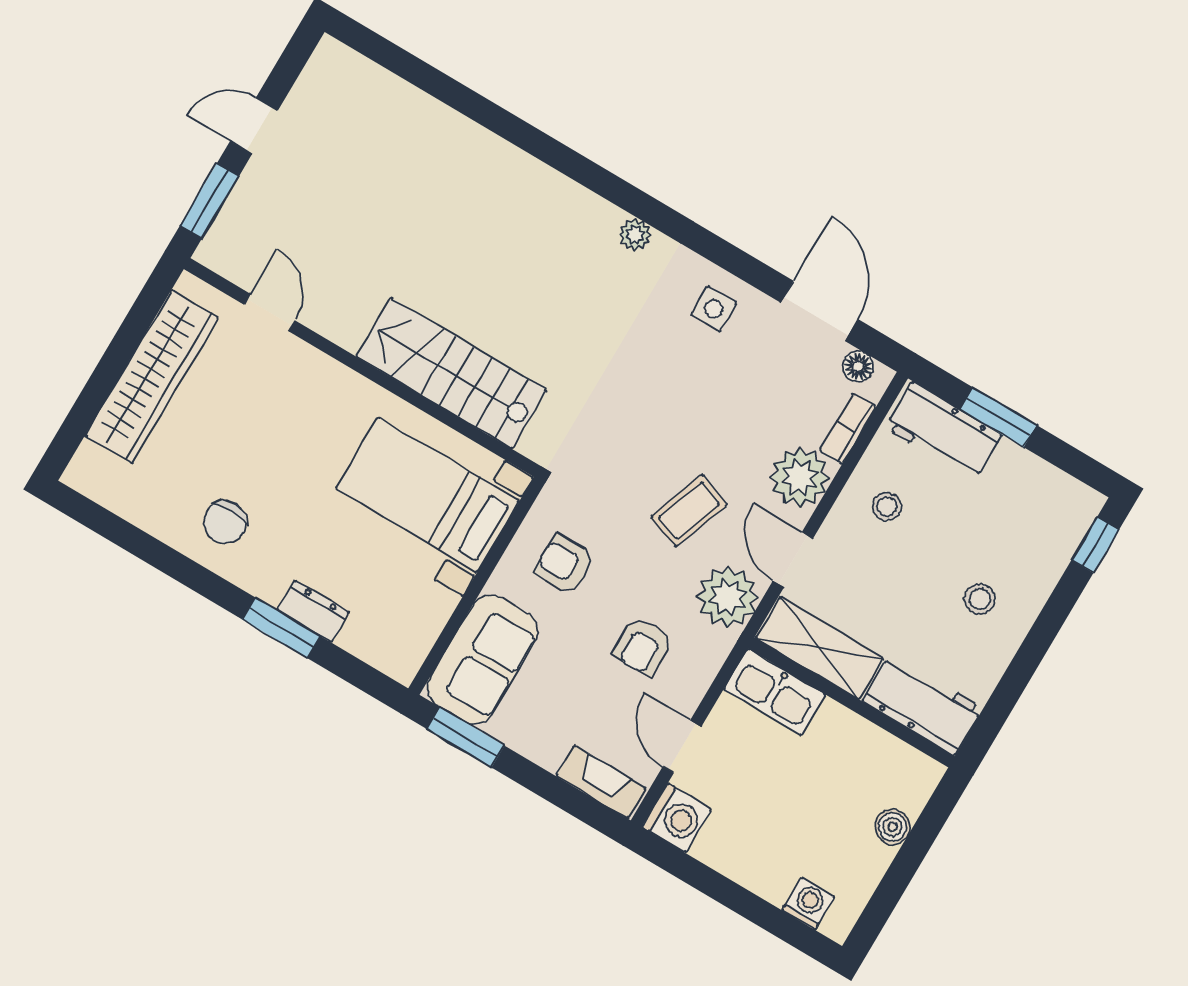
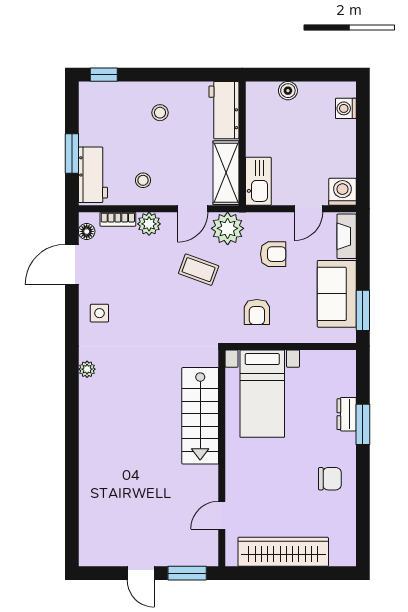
plant: (800, 477) -> (149, 224), width x0.73, depth x0.73
sofa: (483, 659) -> (337, 294), moved, turned -90

